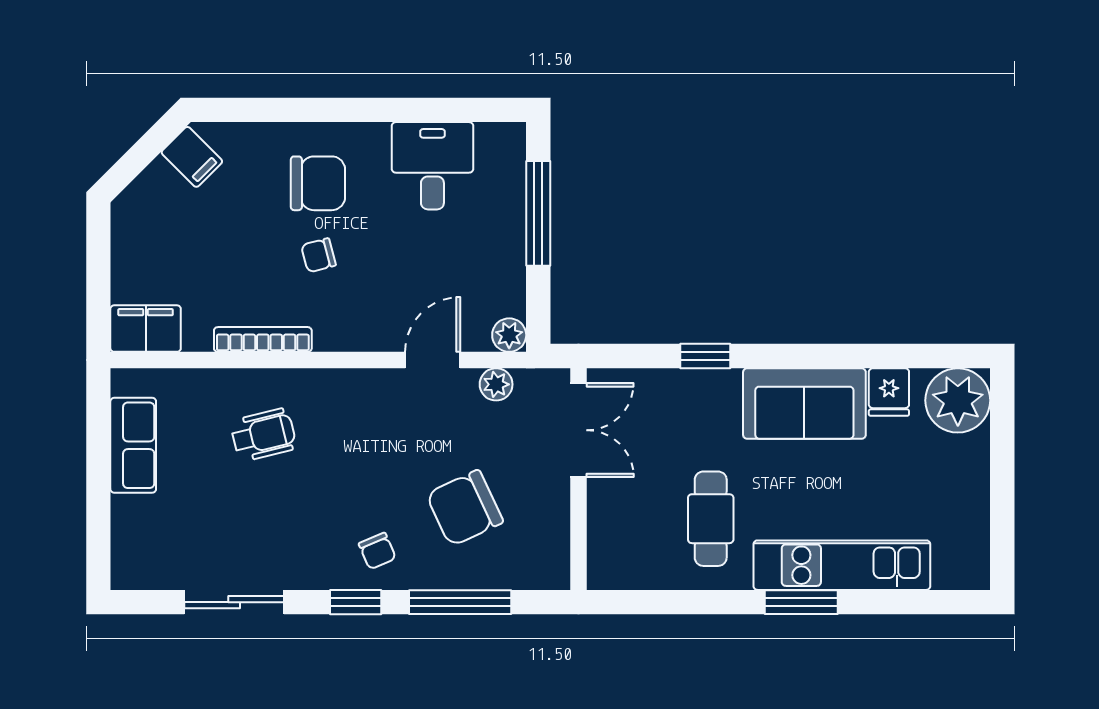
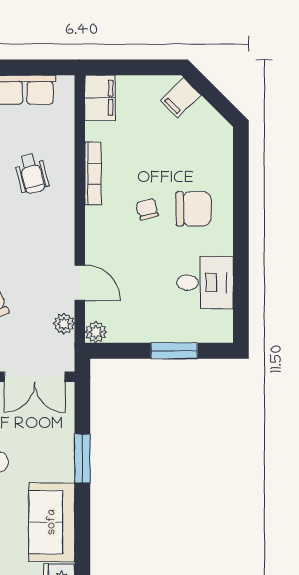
filing cabinet: (192, 157) -> (181, 98), moved
chair: (318, 183) -> (194, 209), turned -90
window: (538, 213) -> (174, 351), width x0.69
window: (705, 356) -> (82, 458), width x1.50

